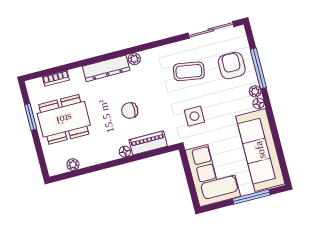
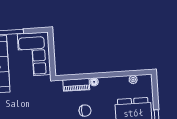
side table: (194, 116) -> (39, 98), removed

